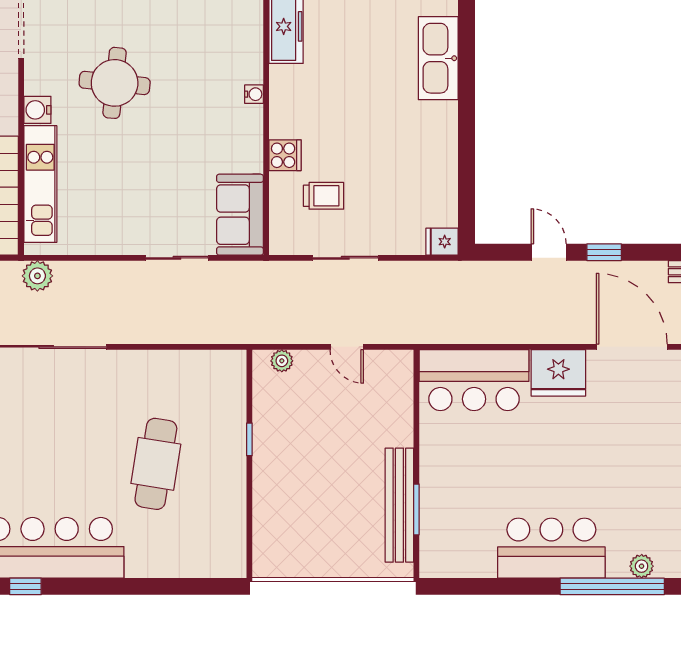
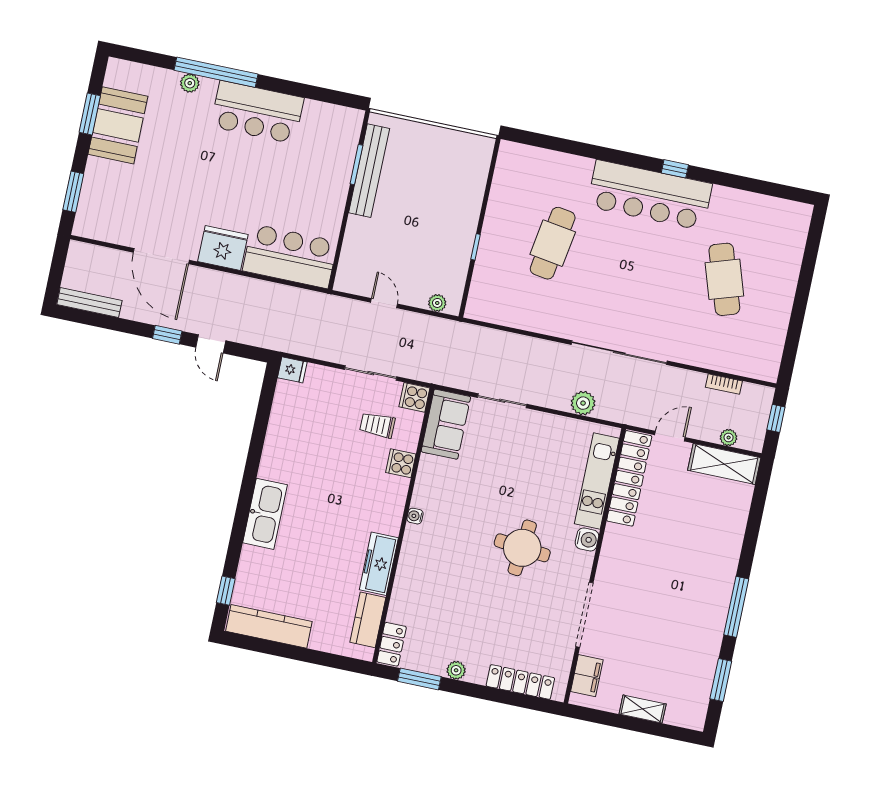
cooker: (285, 239) -> (414, 397), added
plant: (37, 276) -> (583, 403), moved

